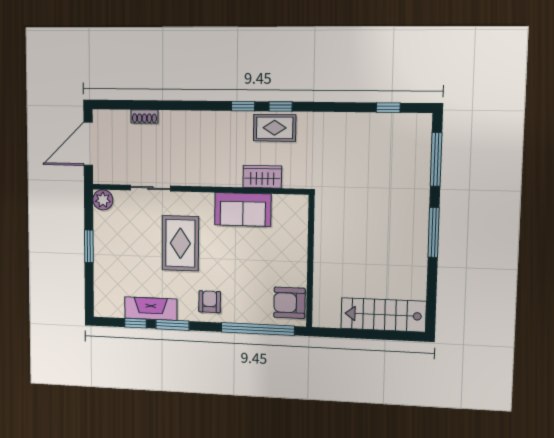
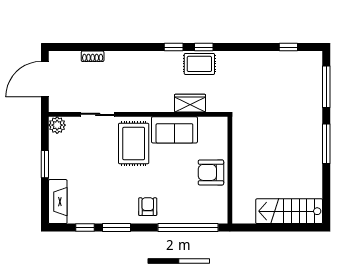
rug: (180, 243) -> (134, 144), moved
armchair: (289, 303) -> (211, 172), moved
fireplace: (151, 309) -> (58, 202), moved, turned 90

